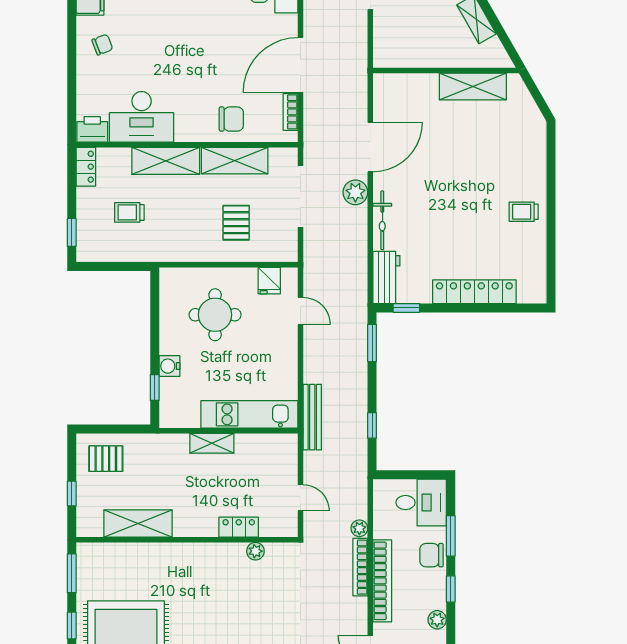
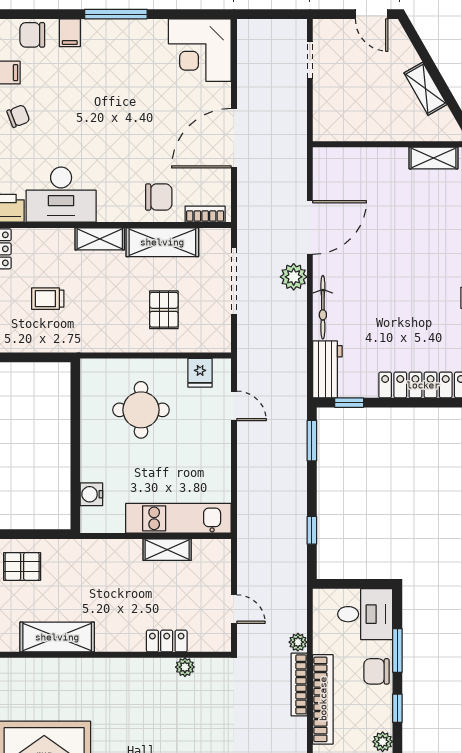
shelving: (473, 86) -> (433, 158), width x0.67, depth x0.75
bookcase: (291, 112) -> (205, 214), moved, turned 90
shelving: (166, 161) -> (100, 239), width x0.67, depth x0.75
water cooler: (169, 366) -> (91, 494), moved
window: (155, 388) -> (75, 489), removed
bench: (312, 417) -> (247, 521), removed
shelving: (212, 443) -> (167, 550), moved

